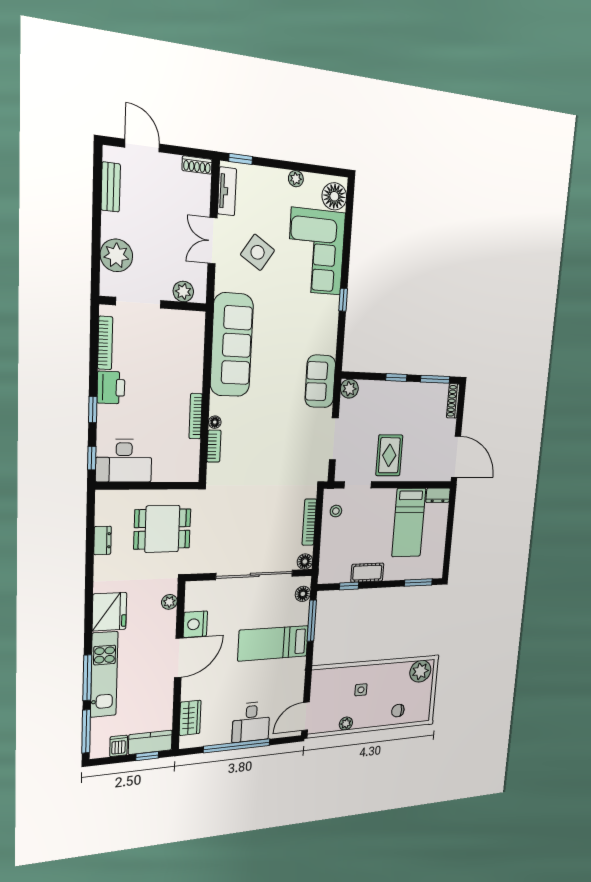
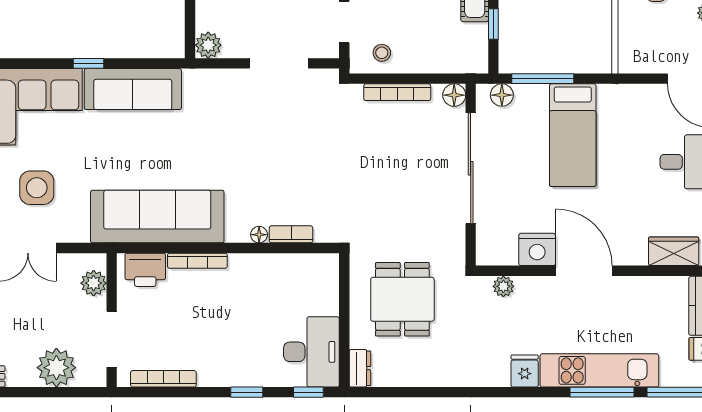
side table: (258, 252) -> (37, 188), turned -33
sofa: (320, 381) -> (133, 89), moved, width x1.36
printer: (111, 388) -> (145, 270), moved, turned 180
bookcase: (196, 416) -> (197, 261), moved
dresser: (103, 540) -> (360, 368), moved, turned 90
fridge: (109, 612) -> (525, 371), width x0.53, depth x0.75

